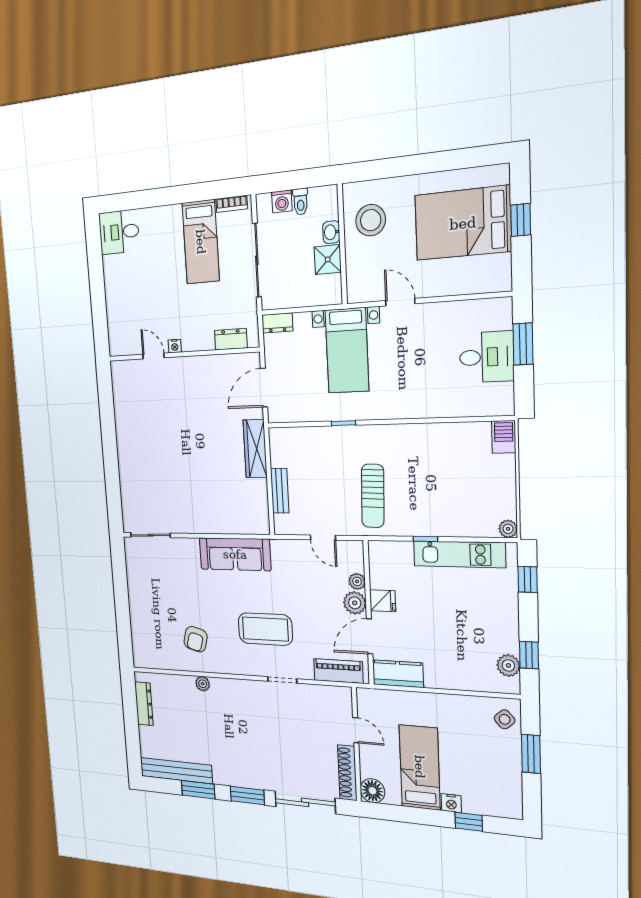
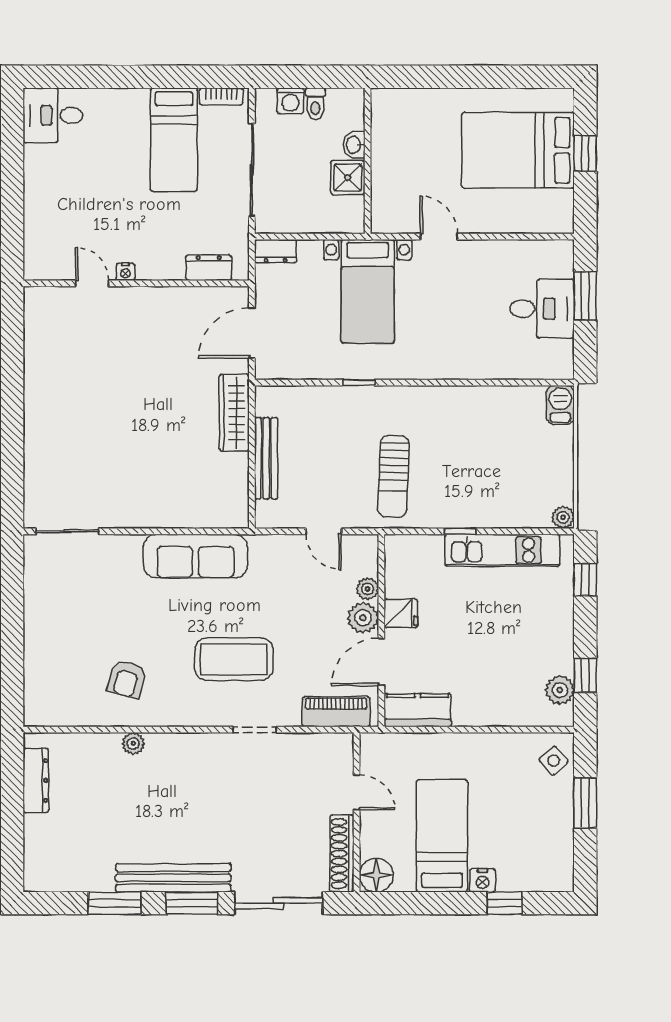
stool: (371, 220) -> (405, 136), removed
bench: (280, 491) -> (266, 458), width x1.36
bench: (176, 771) -> (173, 878), moved

